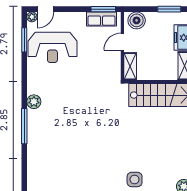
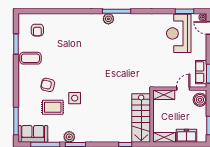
door: (122, 42) -> (183, 89), hinge flipped
plant: (34, 102) -> (108, 19), moved

